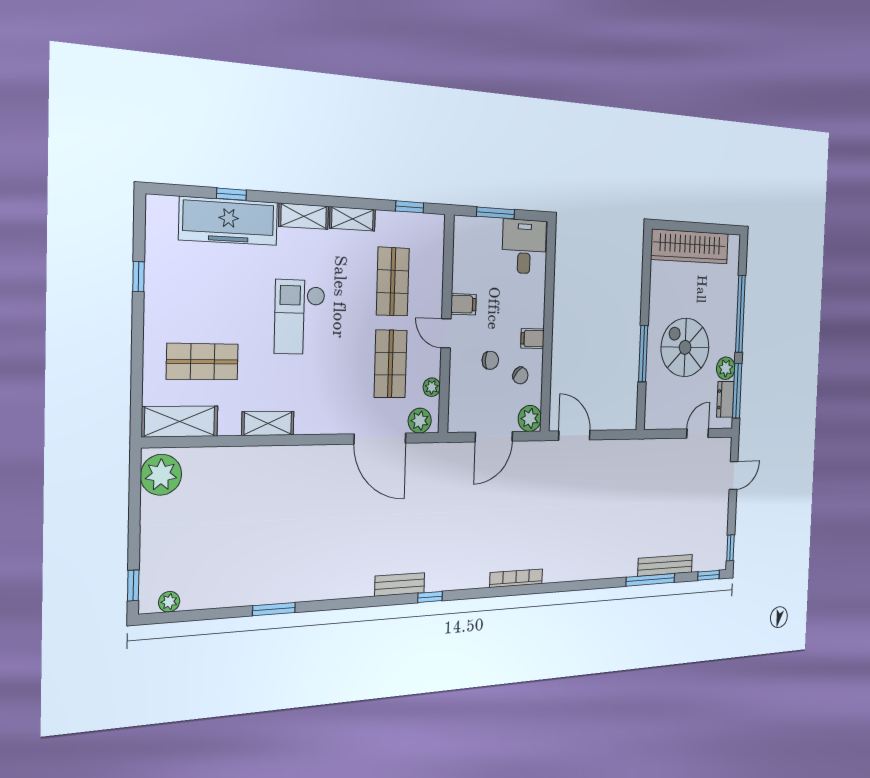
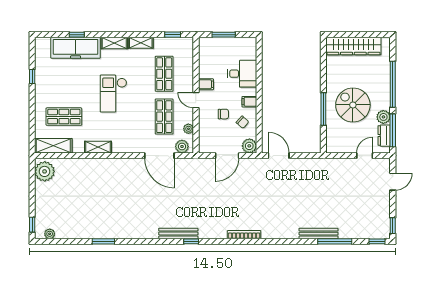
desk: (524, 247) -> (242, 74), moved, turned 90
bench: (665, 565) -> (319, 234), moved
bench: (400, 584) -> (178, 233), width x1.36

